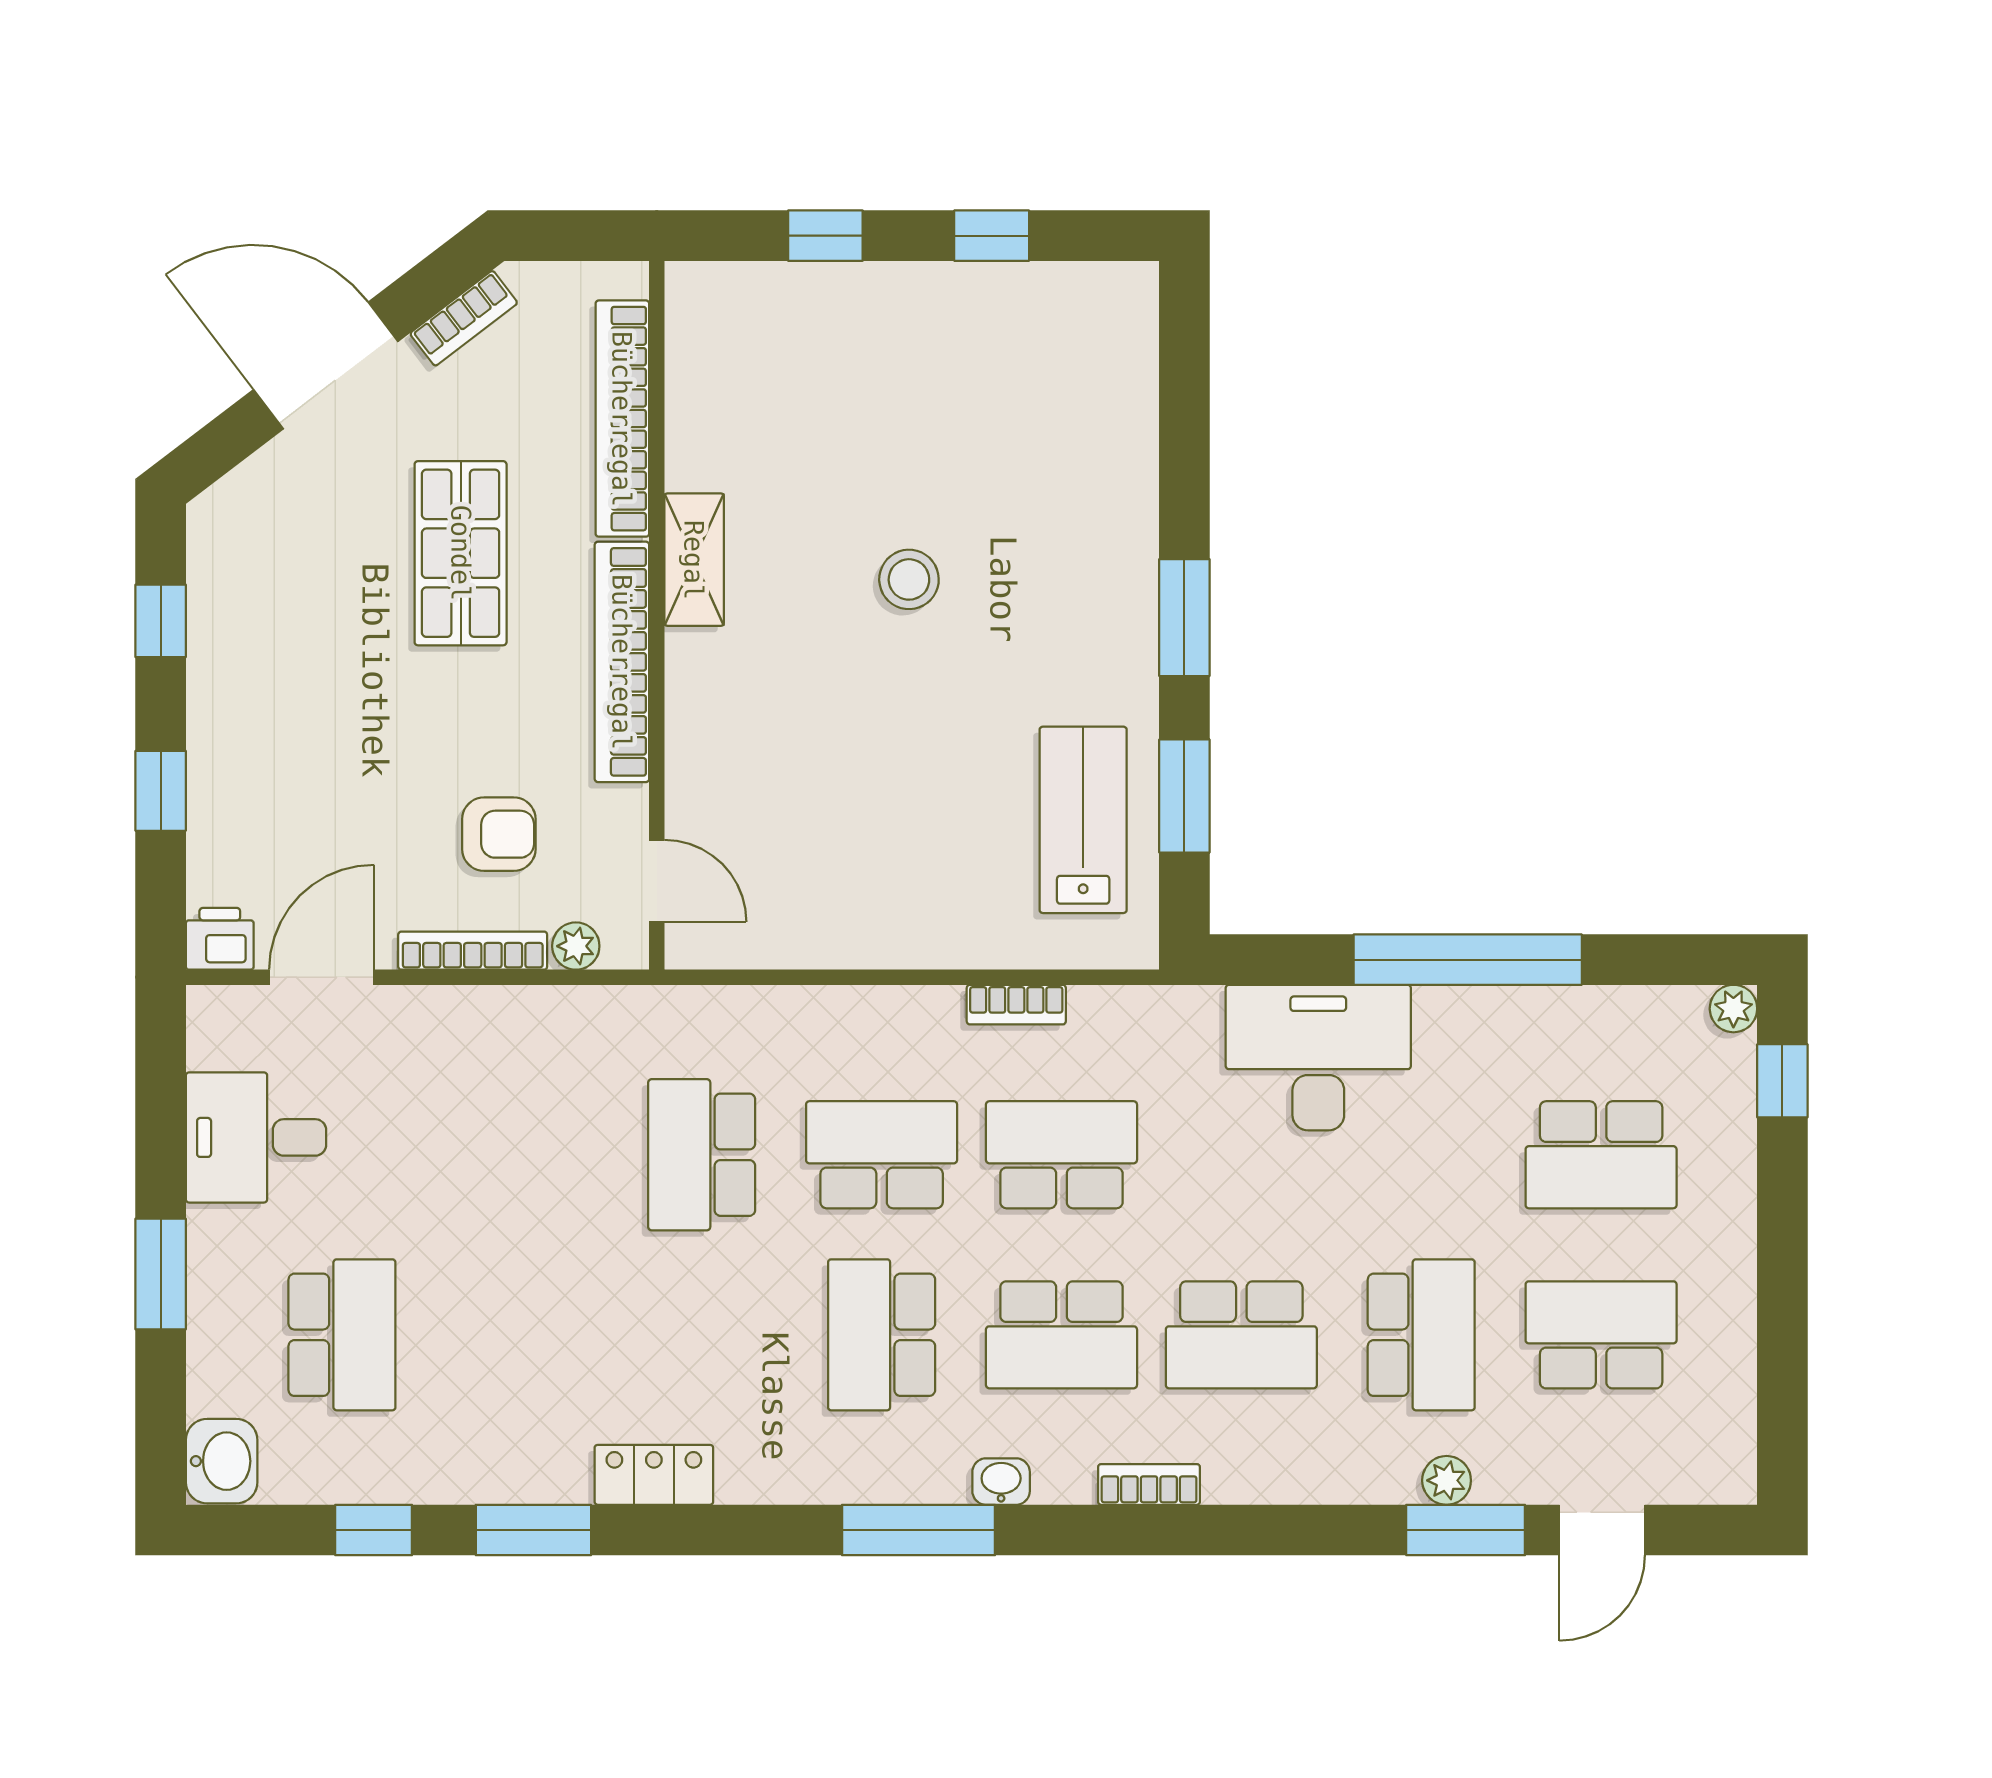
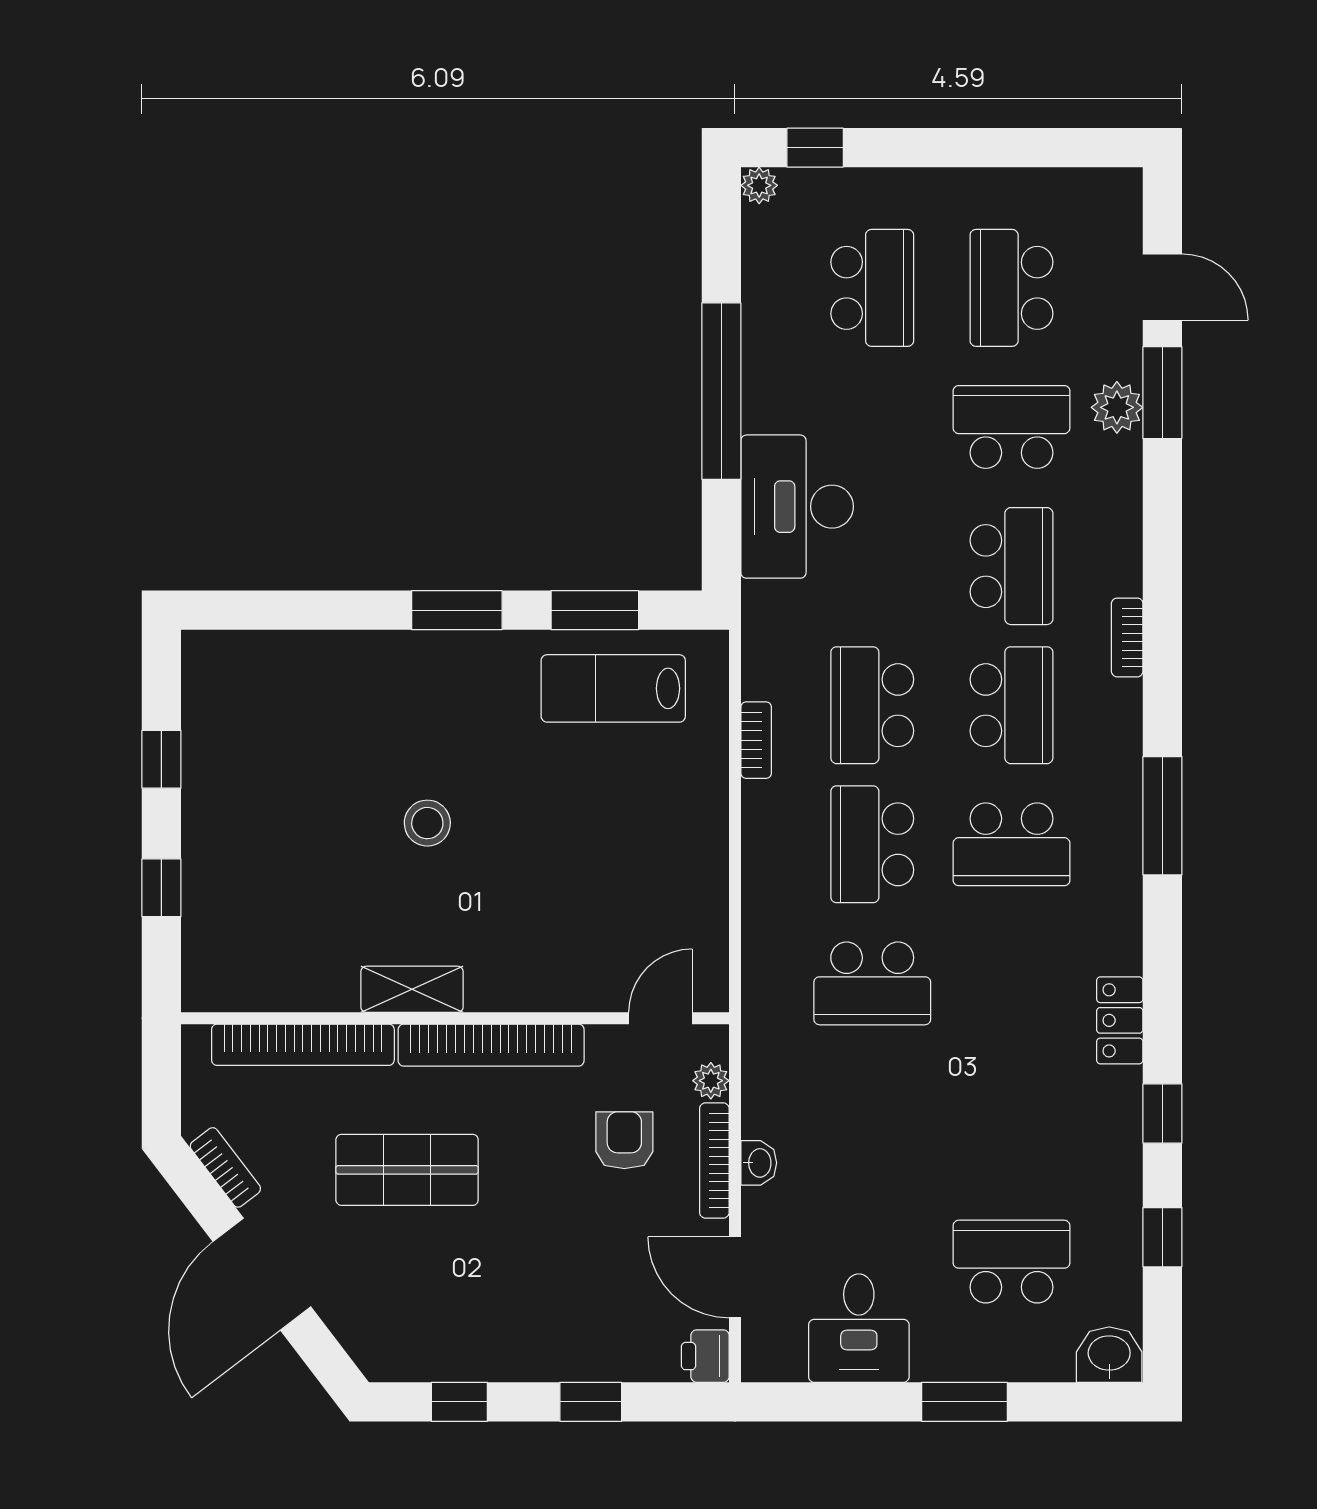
plant: (1447, 1480) -> (1117, 407), width x1.38, depth x1.38
washbasin: (1001, 1482) -> (759, 1163), moved, turned 180
window: (533, 1530) -> (1162, 1113), width x0.67

